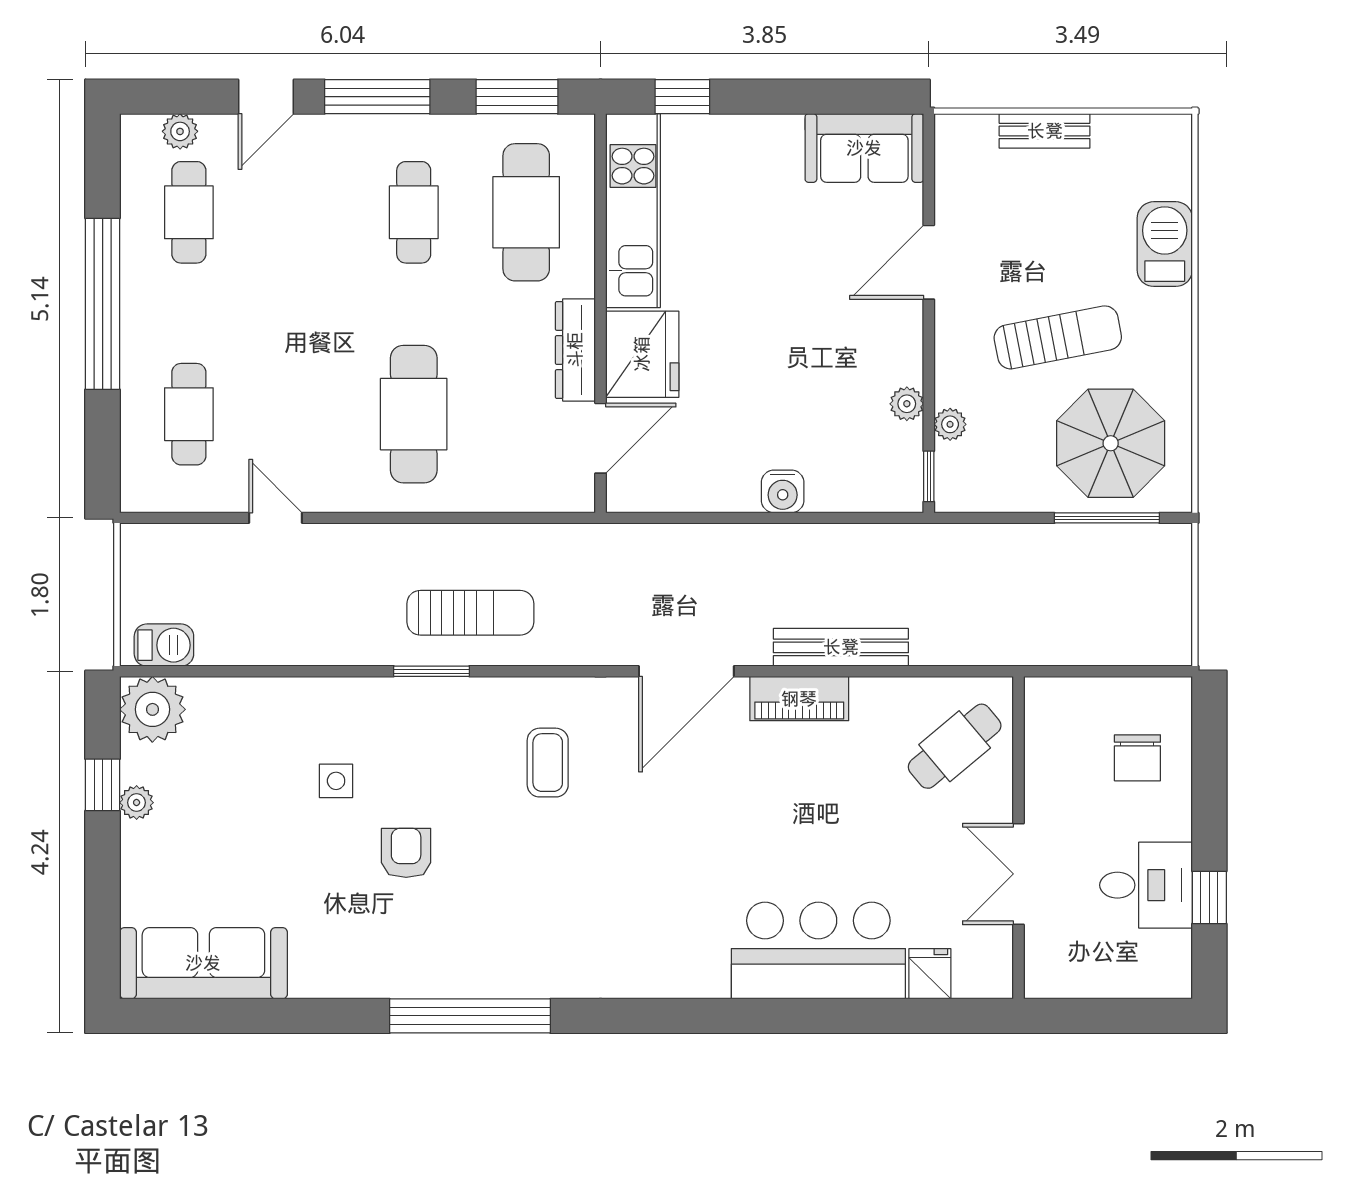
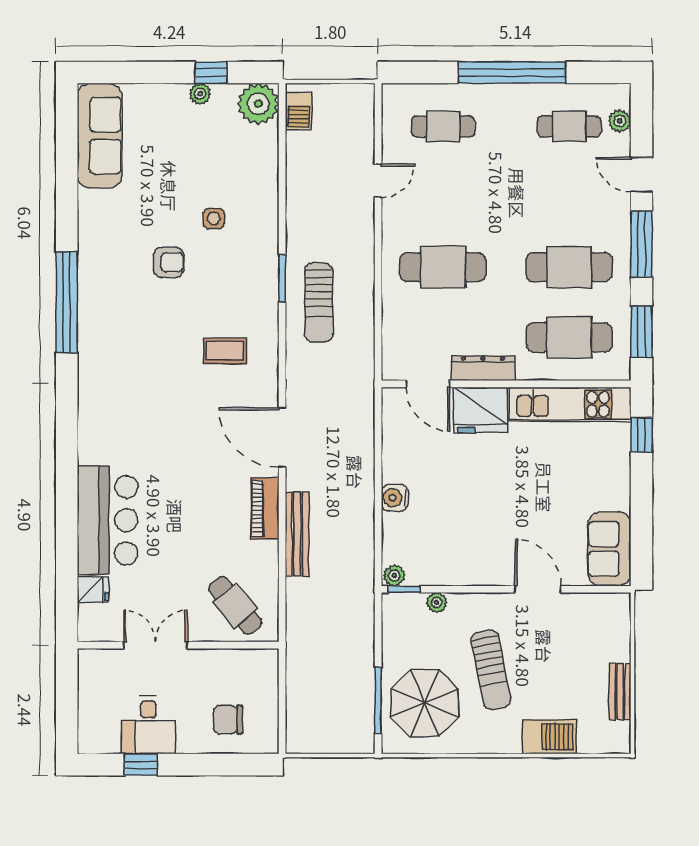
bench: (1045, 131) -> (620, 692), moved
cafe table: (414, 212) -> (569, 267), width x1.37, depth x1.35
plant: (907, 404) -> (394, 575), moved

